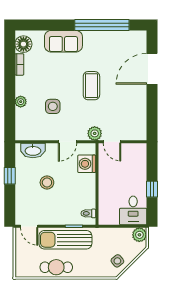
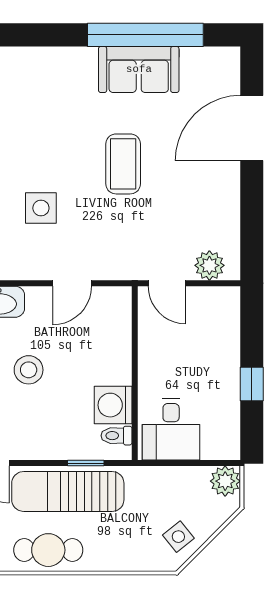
sofa: (63, 41) -> (139, 69), moved
plant: (95, 133) -> (209, 265), moved
washing machine: (87, 164) -> (113, 405), moved
desk: (133, 210) -> (171, 429), moved

